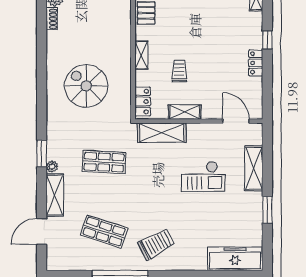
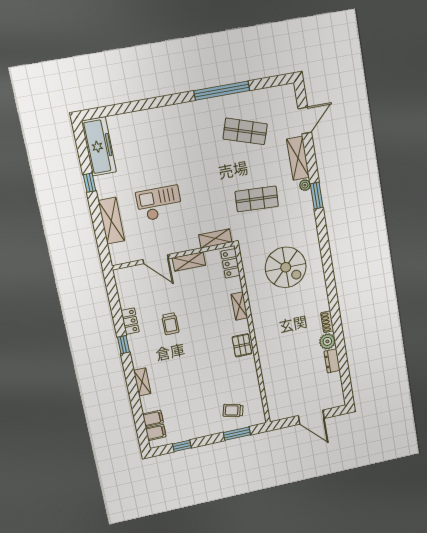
trolley: (179, 71) -> (170, 324), moved
door: (236, 121) -> (156, 259), moved
shelving: (162, 133) -> (215, 238), width x0.67, depth x0.75
window: (267, 210) -> (89, 183), width x0.67
trolley: (156, 244) -> (192, 128), removed
freezer: (235, 259) -> (99, 146), moved, turned -90

